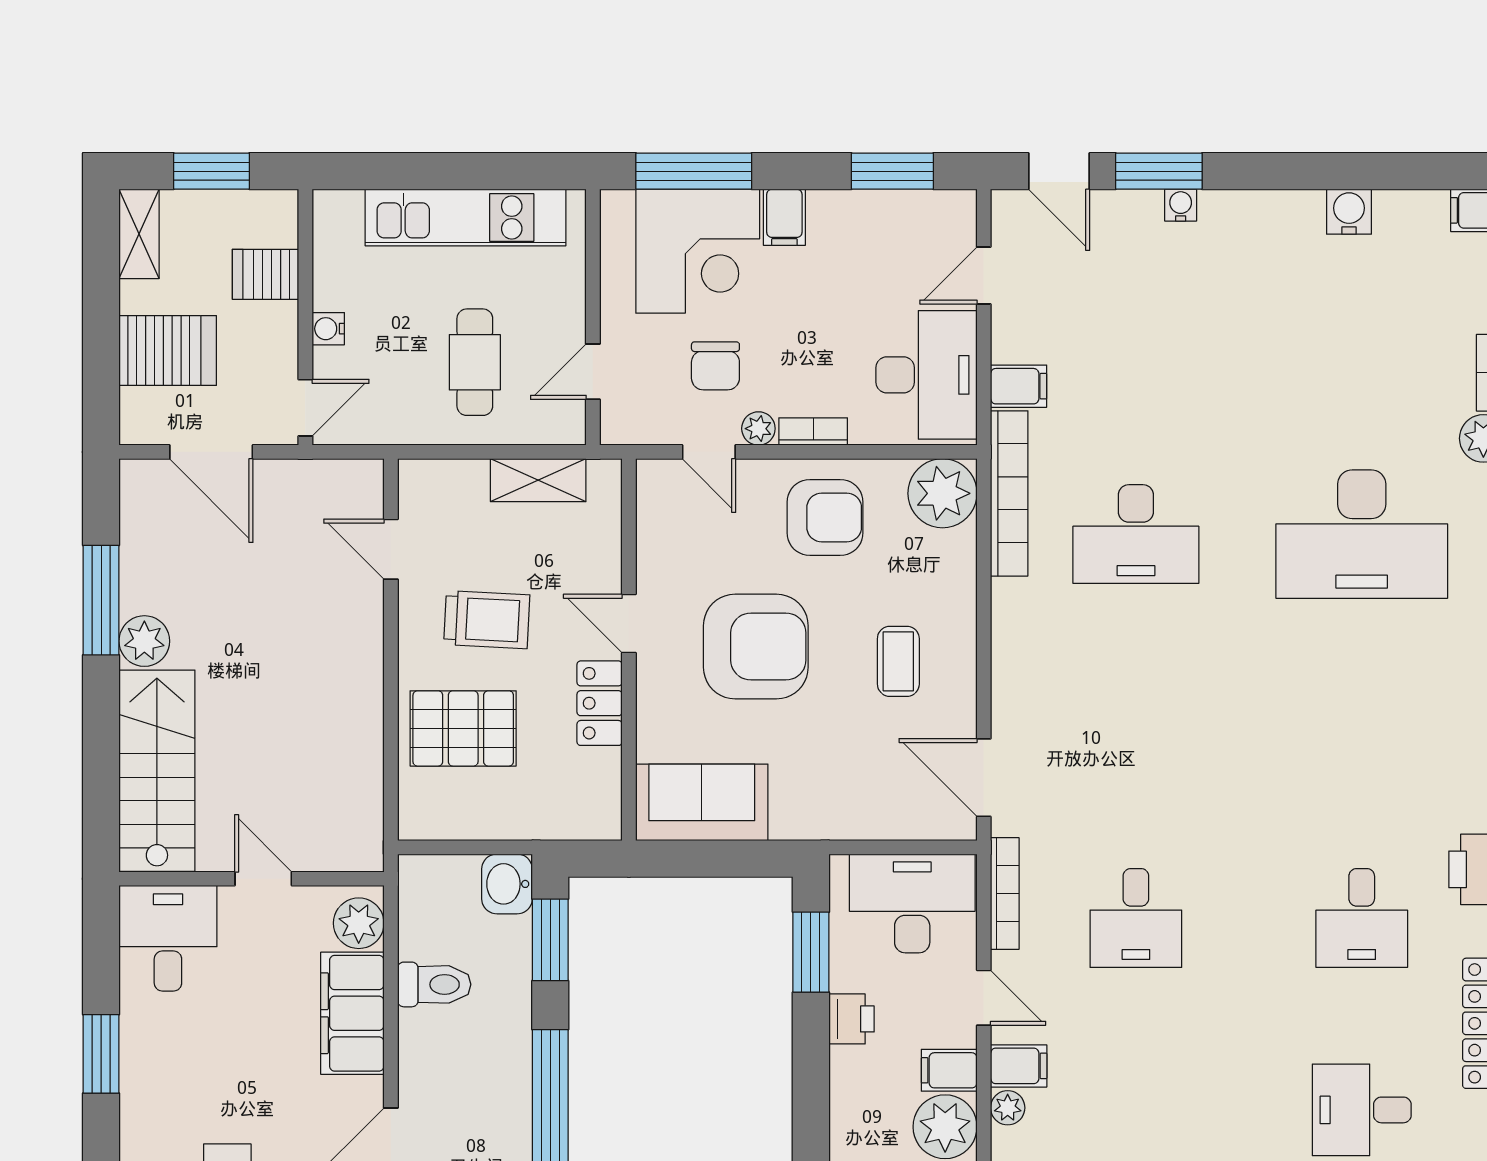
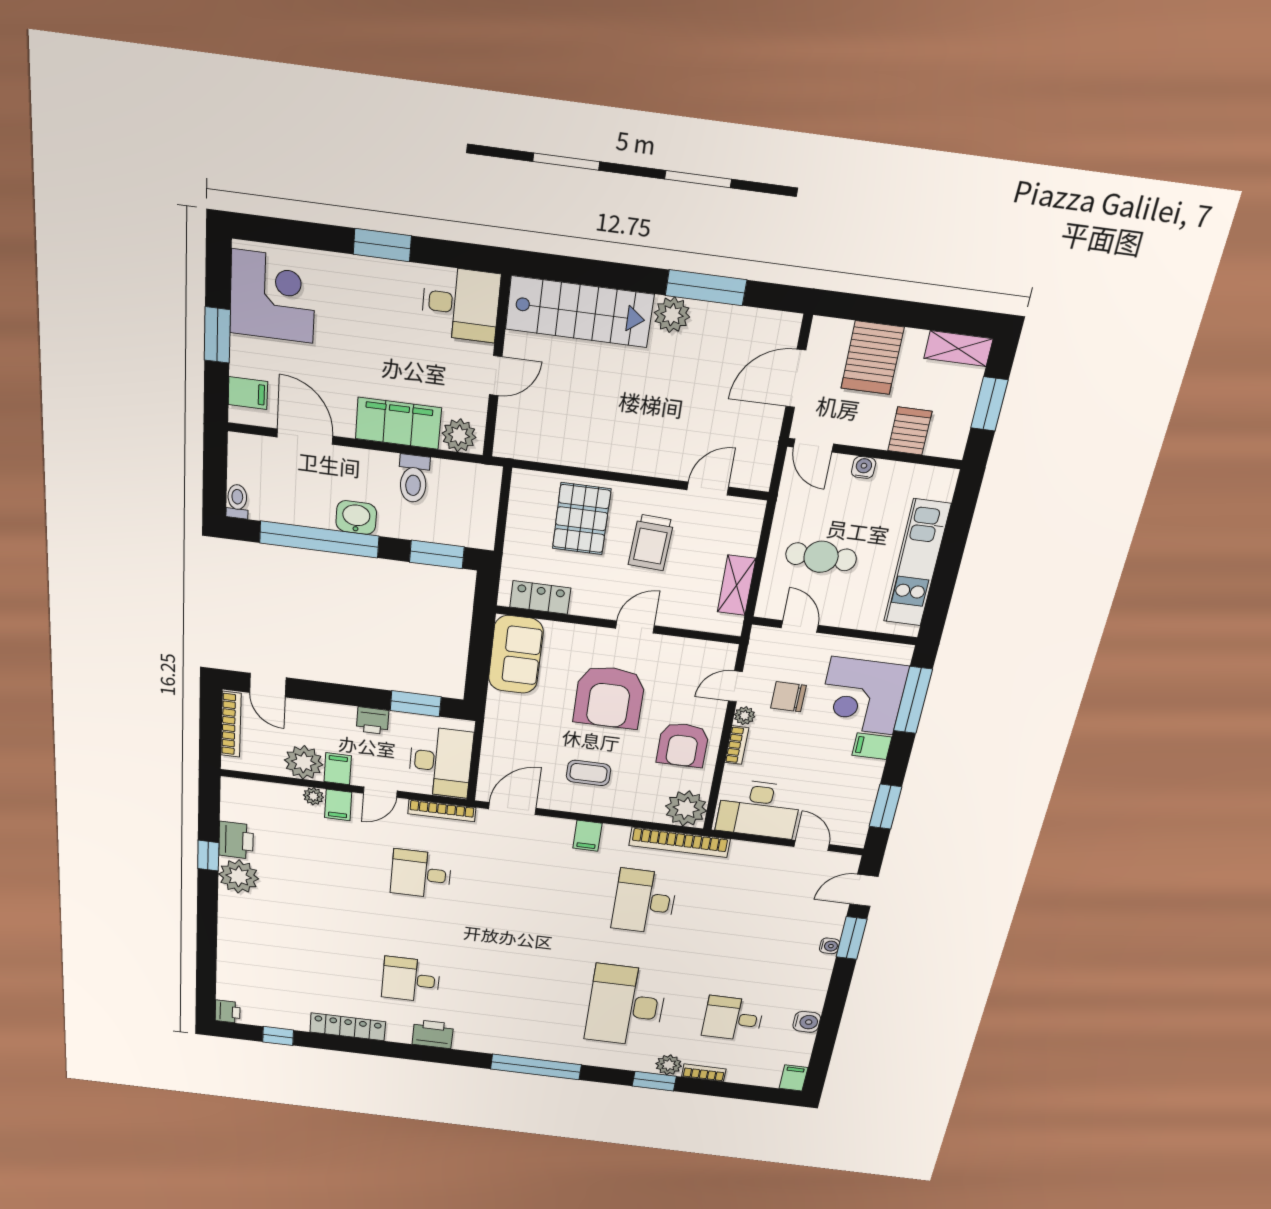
filing cabinet: (1019, 386) -> (587, 836), moved
locker: (600, 703) -> (540, 598), moved
washbasin: (507, 884) -> (356, 517), moved
desk: (1362, 1110) -> (733, 1019), moved, turned -90

